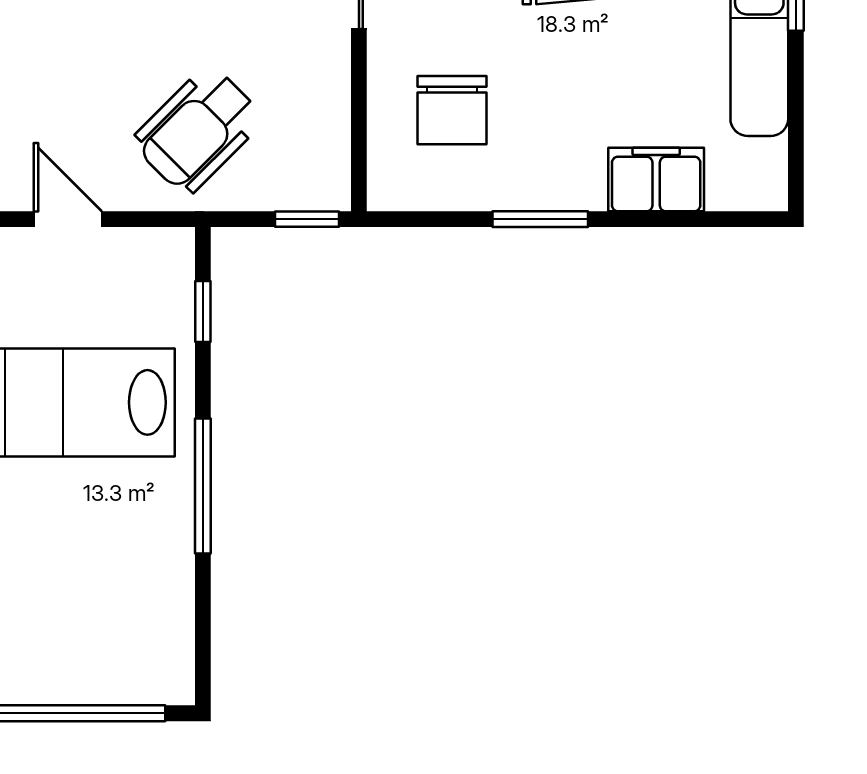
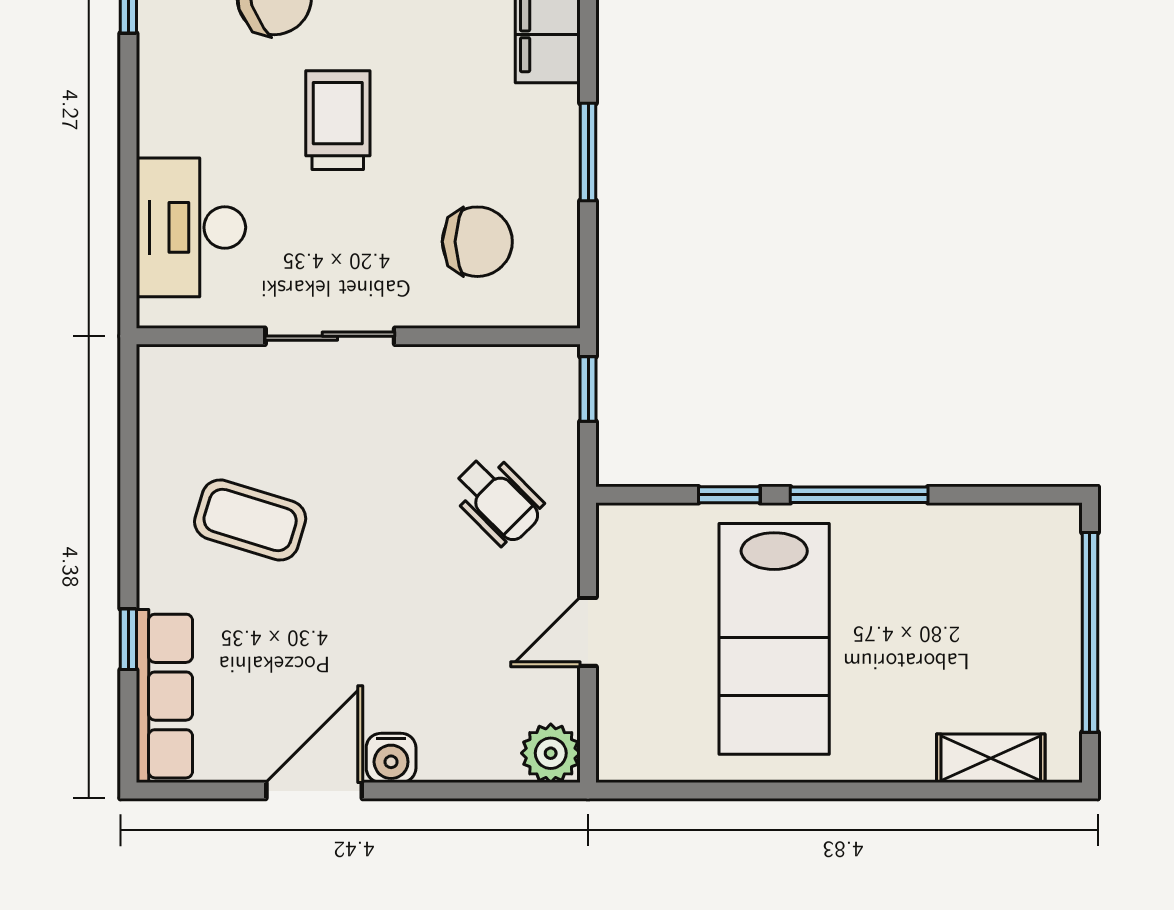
wheelchair: (198, 130) -> (498, 500), width x0.73, depth x0.73
window: (203, 311) -> (729, 495), moved

